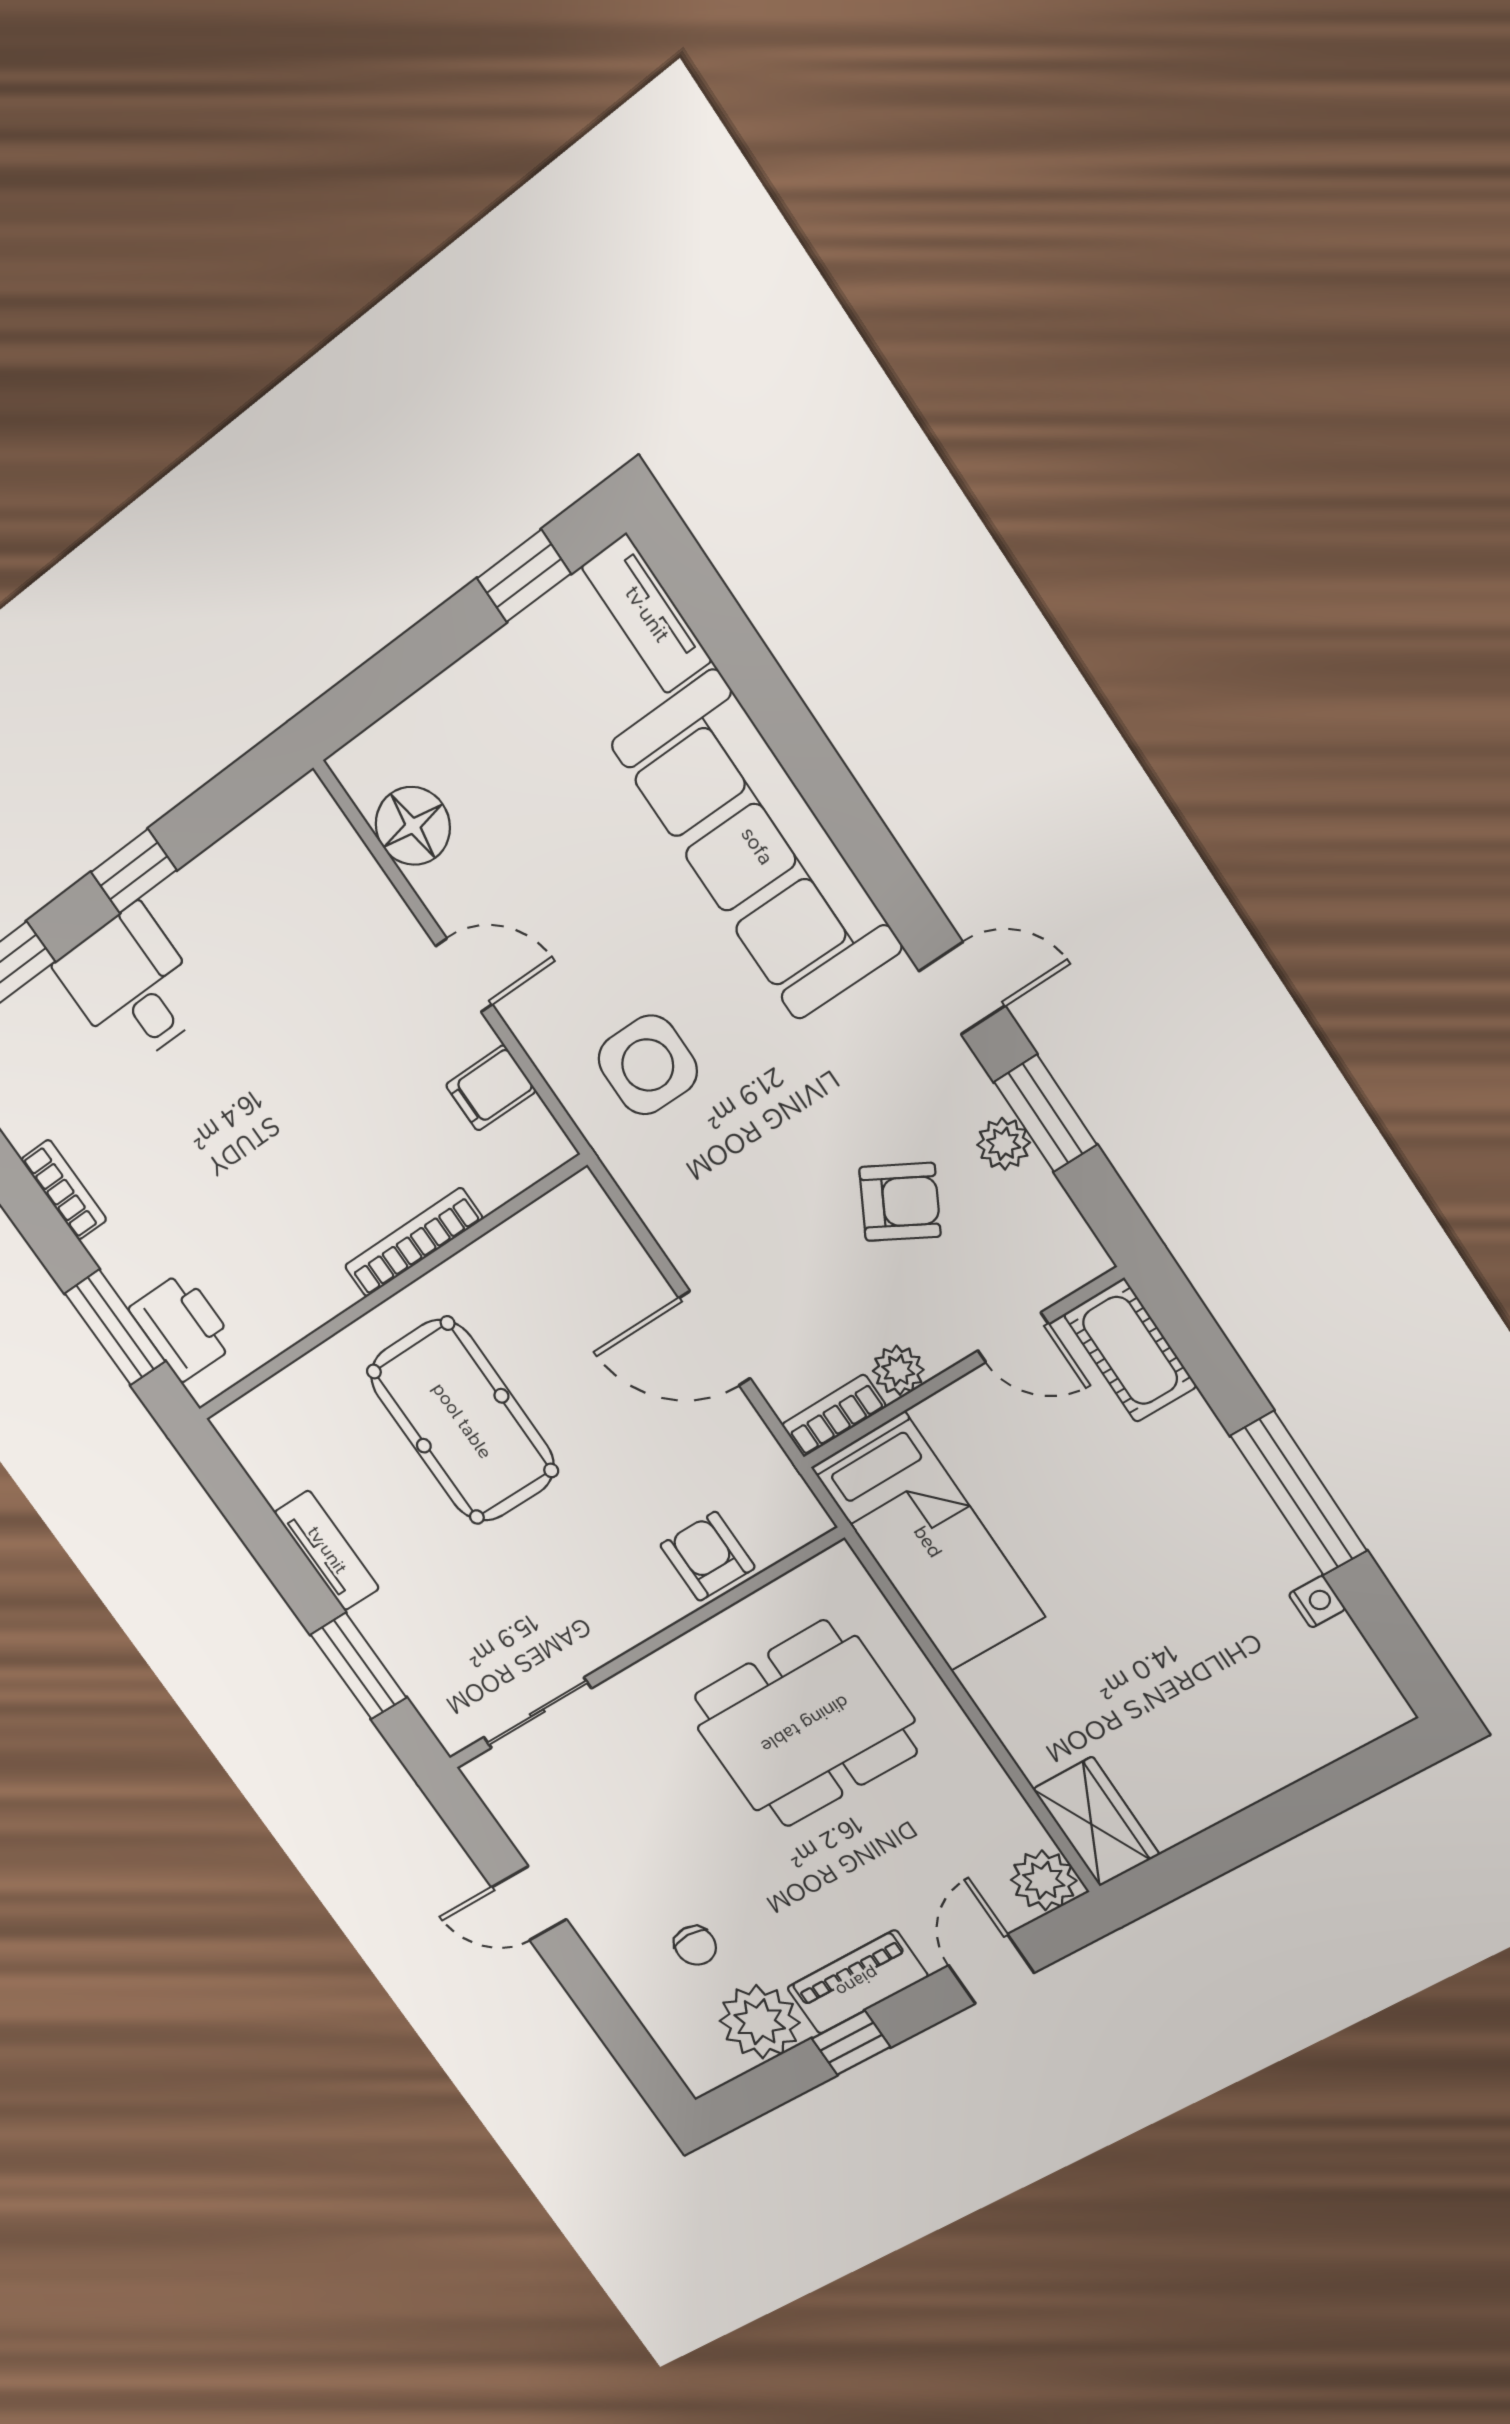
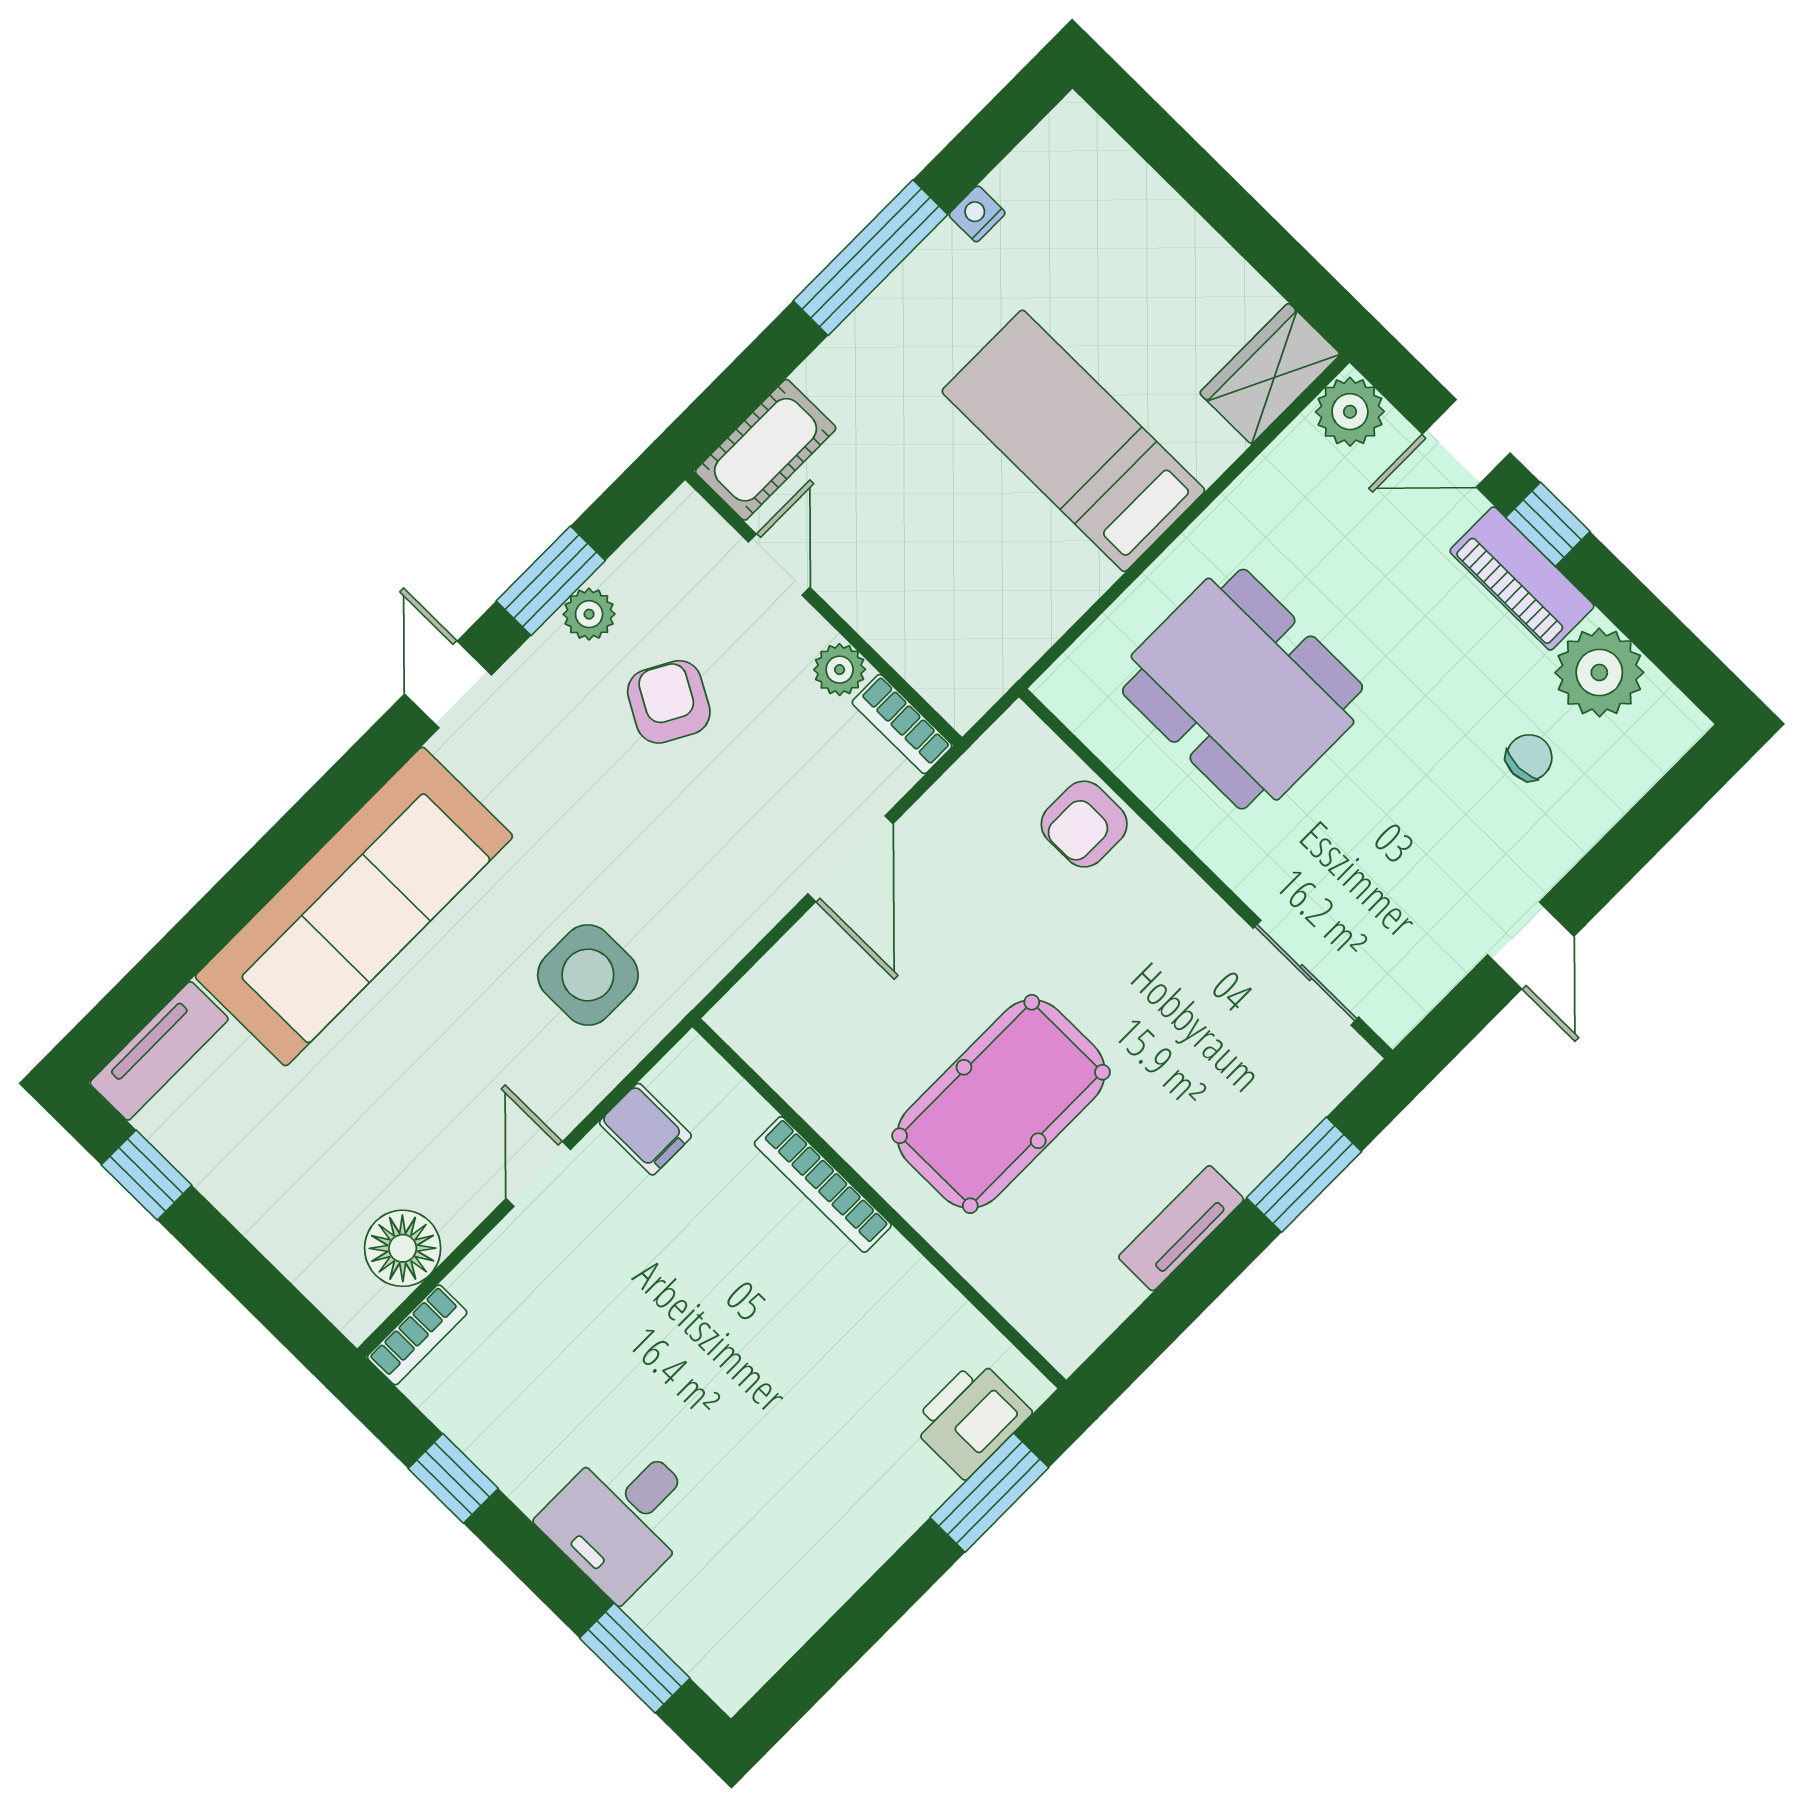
window: (134, 871) -> (453, 1478), moved
bookcase: (64, 1190) -> (417, 1335), moved, turned 180
bed: (928, 1542) -> (1073, 441), moved, turned -90
window: (851, 2043) -> (1548, 524), moved

